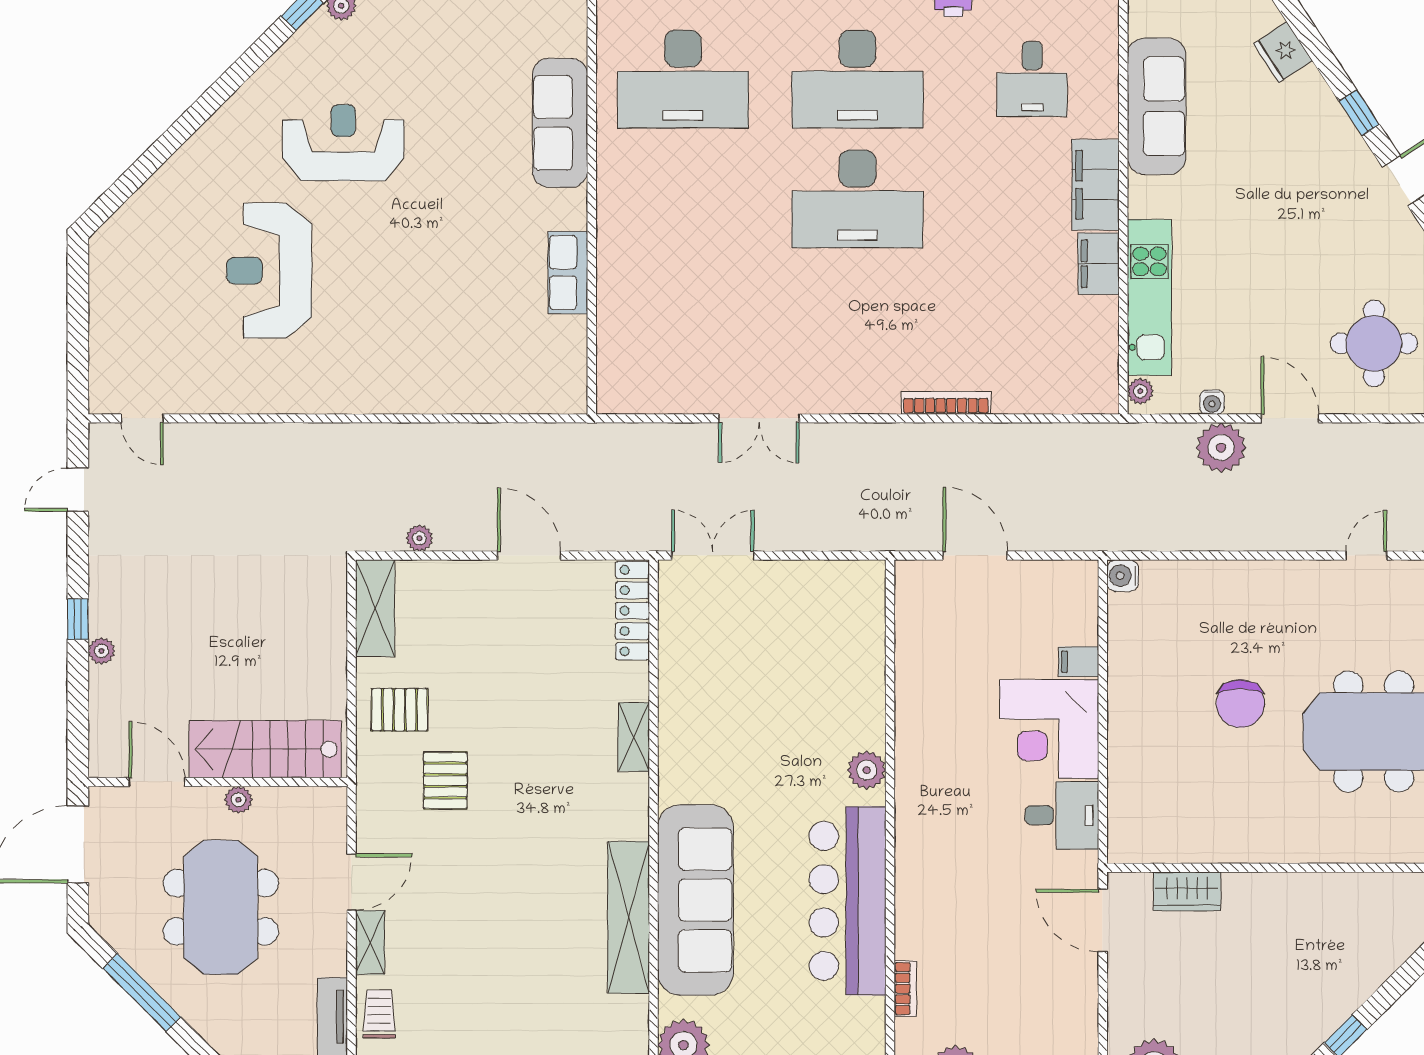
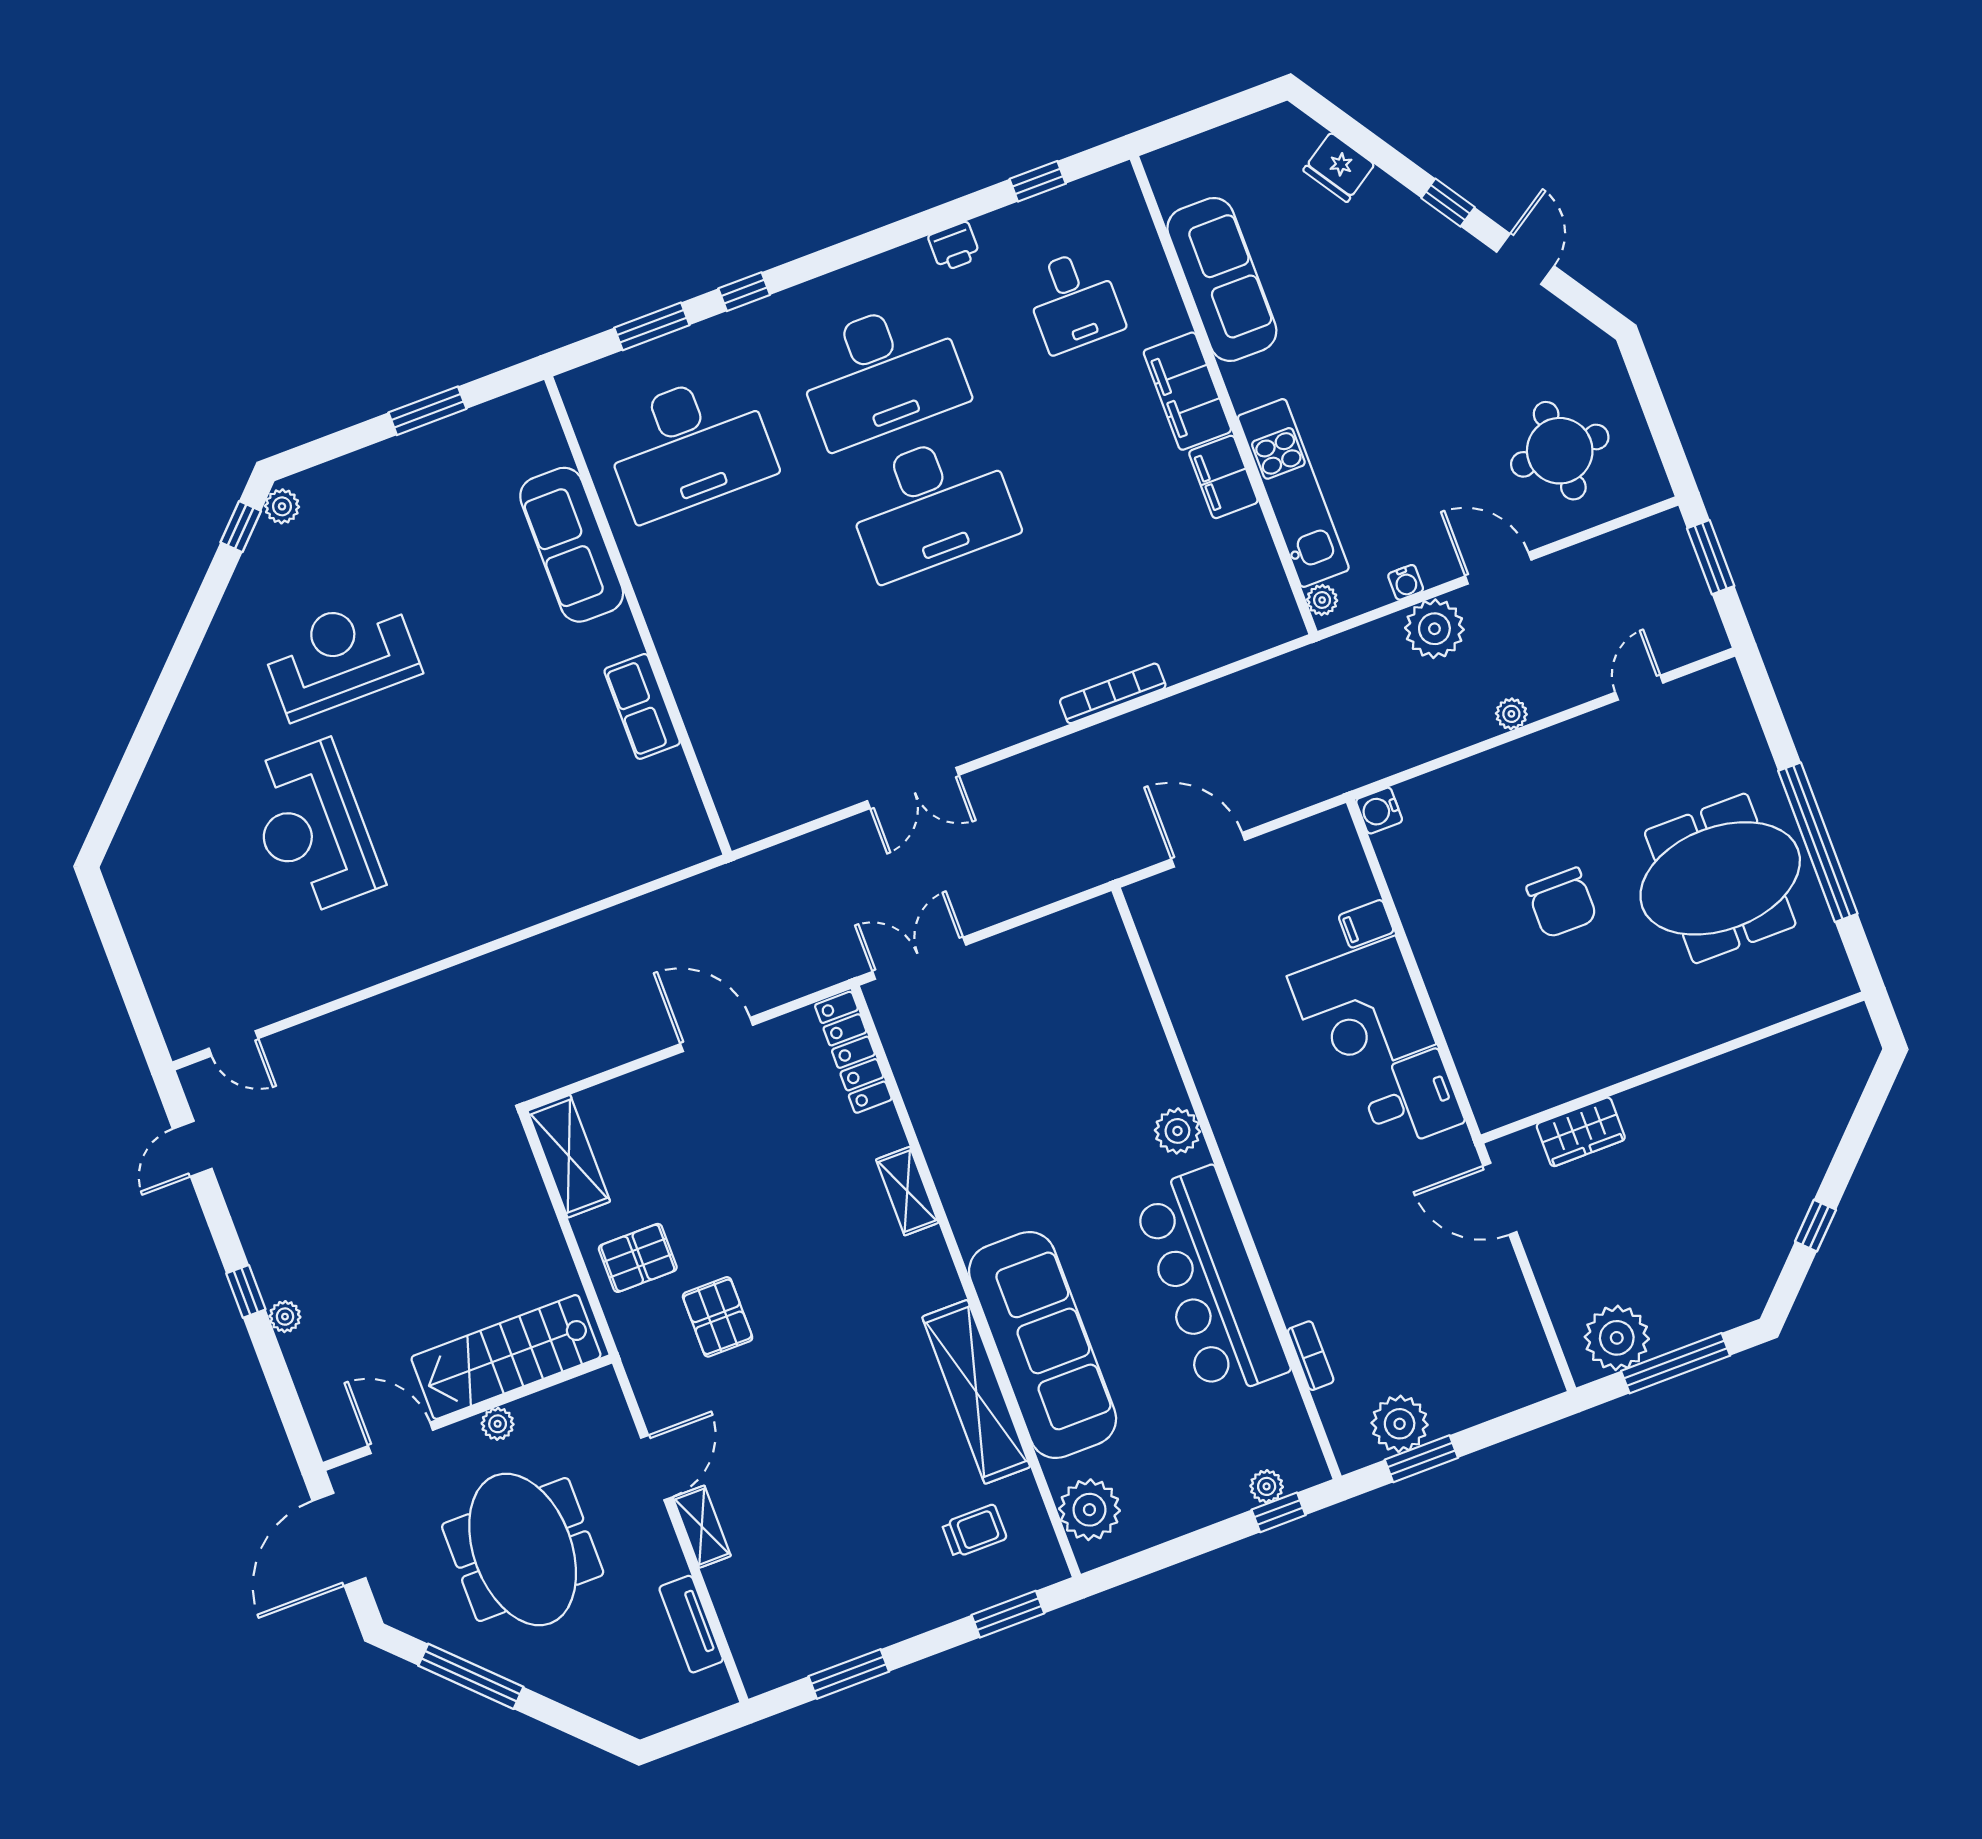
plant: (419, 538) -> (1511, 714), moved
trolley: (379, 1014) -> (974, 1531), moved, turned 90

